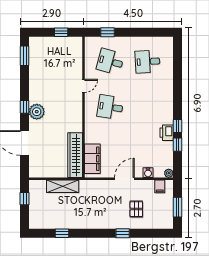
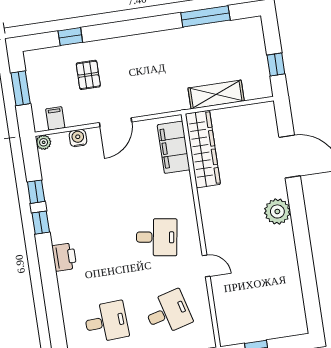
window: (25, 56) -> (311, 301), removed
desk: (110, 62) -> (168, 313), turned -30
door: (84, 86) -> (206, 266), swing flipped
window: (25, 107) -> (299, 216), removed
printer: (167, 133) -> (64, 257), moved
window: (62, 233) -> (205, 16), width x2.17
window: (123, 233) -> (70, 37), moved

